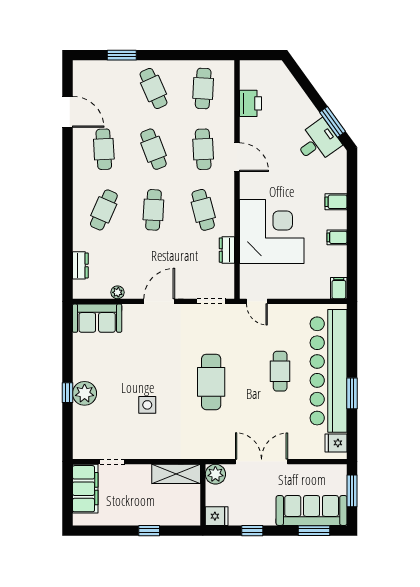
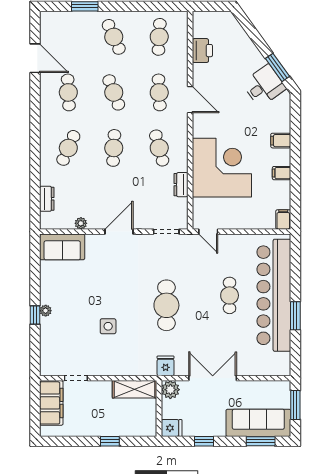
plant: (85, 393) -> (46, 311), width x0.53, depth x0.53
fridge: (336, 443) -> (166, 366), moved, turned 90

